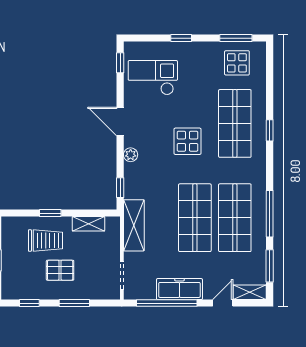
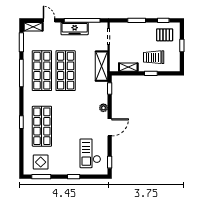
checkout: (153, 78) -> (90, 153), turned 90
door: (120, 121) -> (110, 127), hinge flipped
display table: (187, 141) -> (70, 116), removed
pallet: (60, 270) -> (165, 35), moved
door: (223, 303) -> (49, 20), swing flipped

